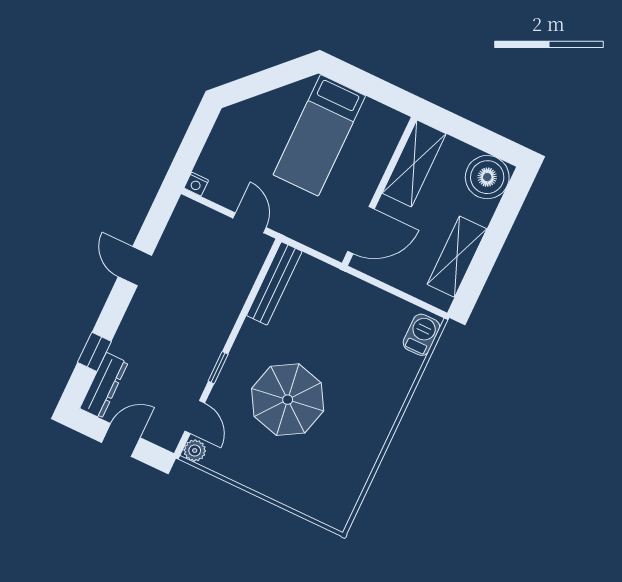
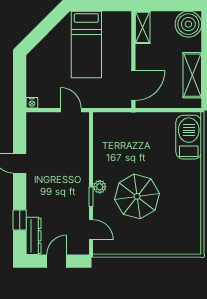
shelving: (414, 163) -> (143, 27), width x0.67, depth x0.75
bench: (274, 283) -> (100, 137), removed
barbecue: (421, 335) -> (189, 137), width x1.88, depth x1.53
plant: (195, 451) -> (100, 187), moved

